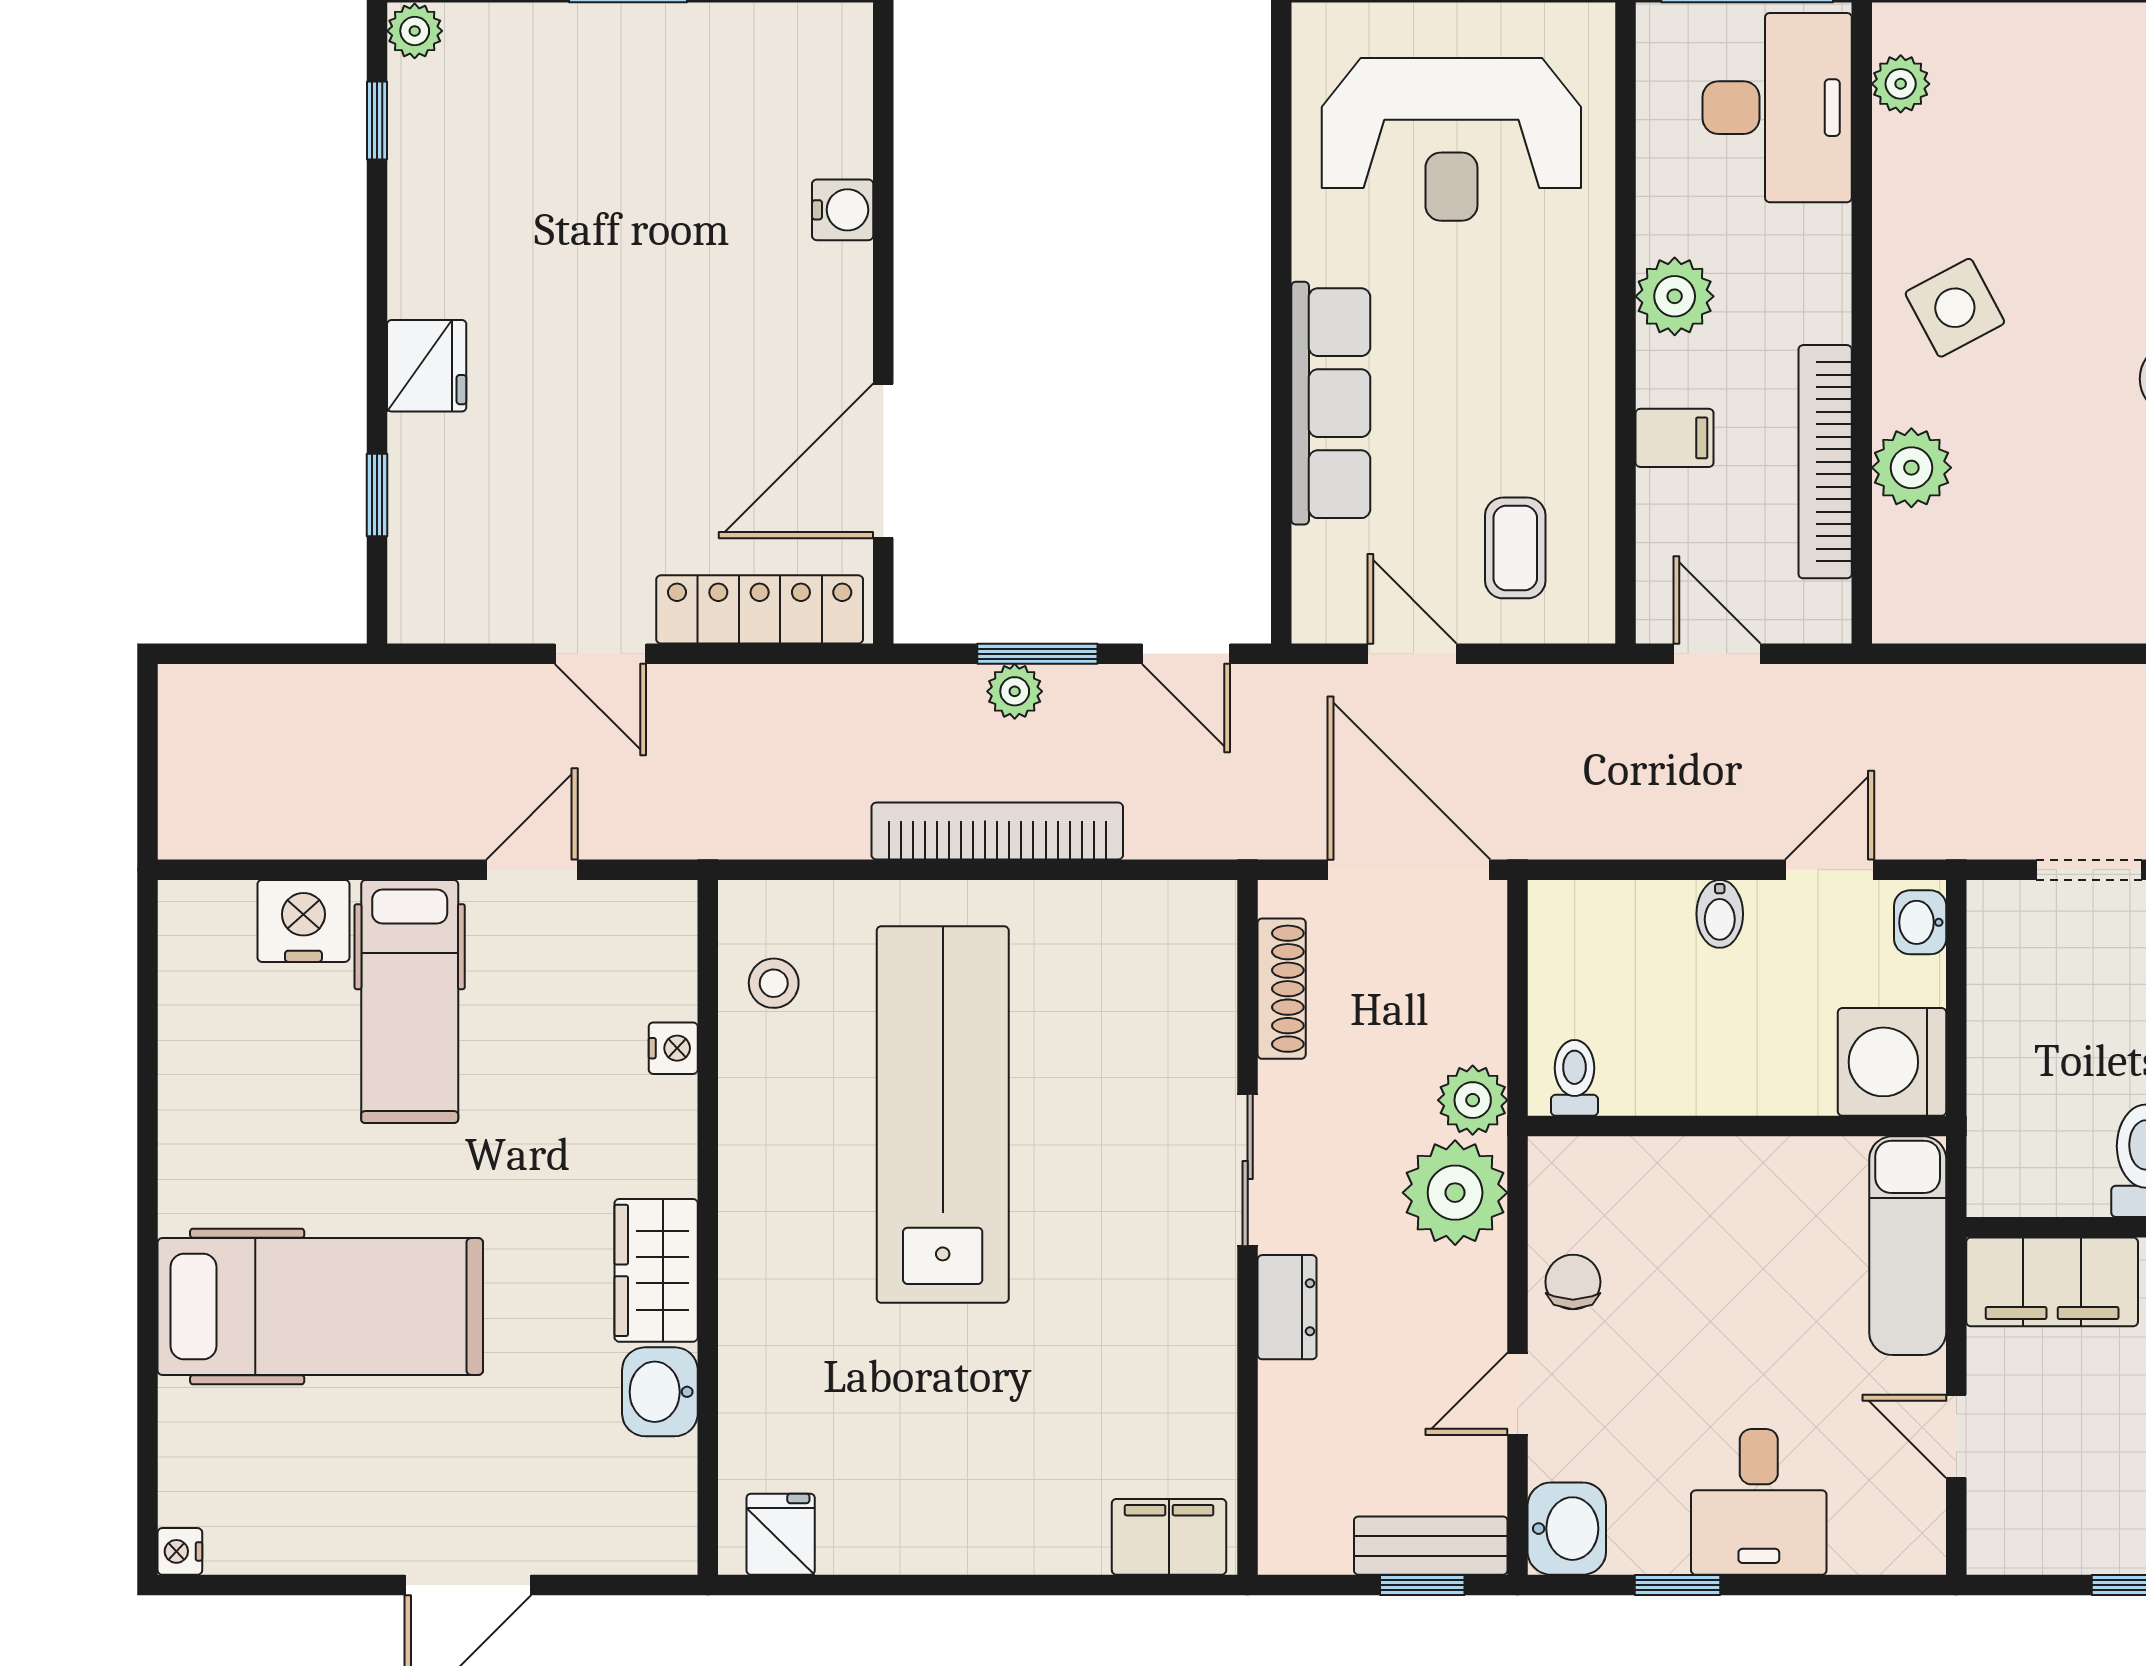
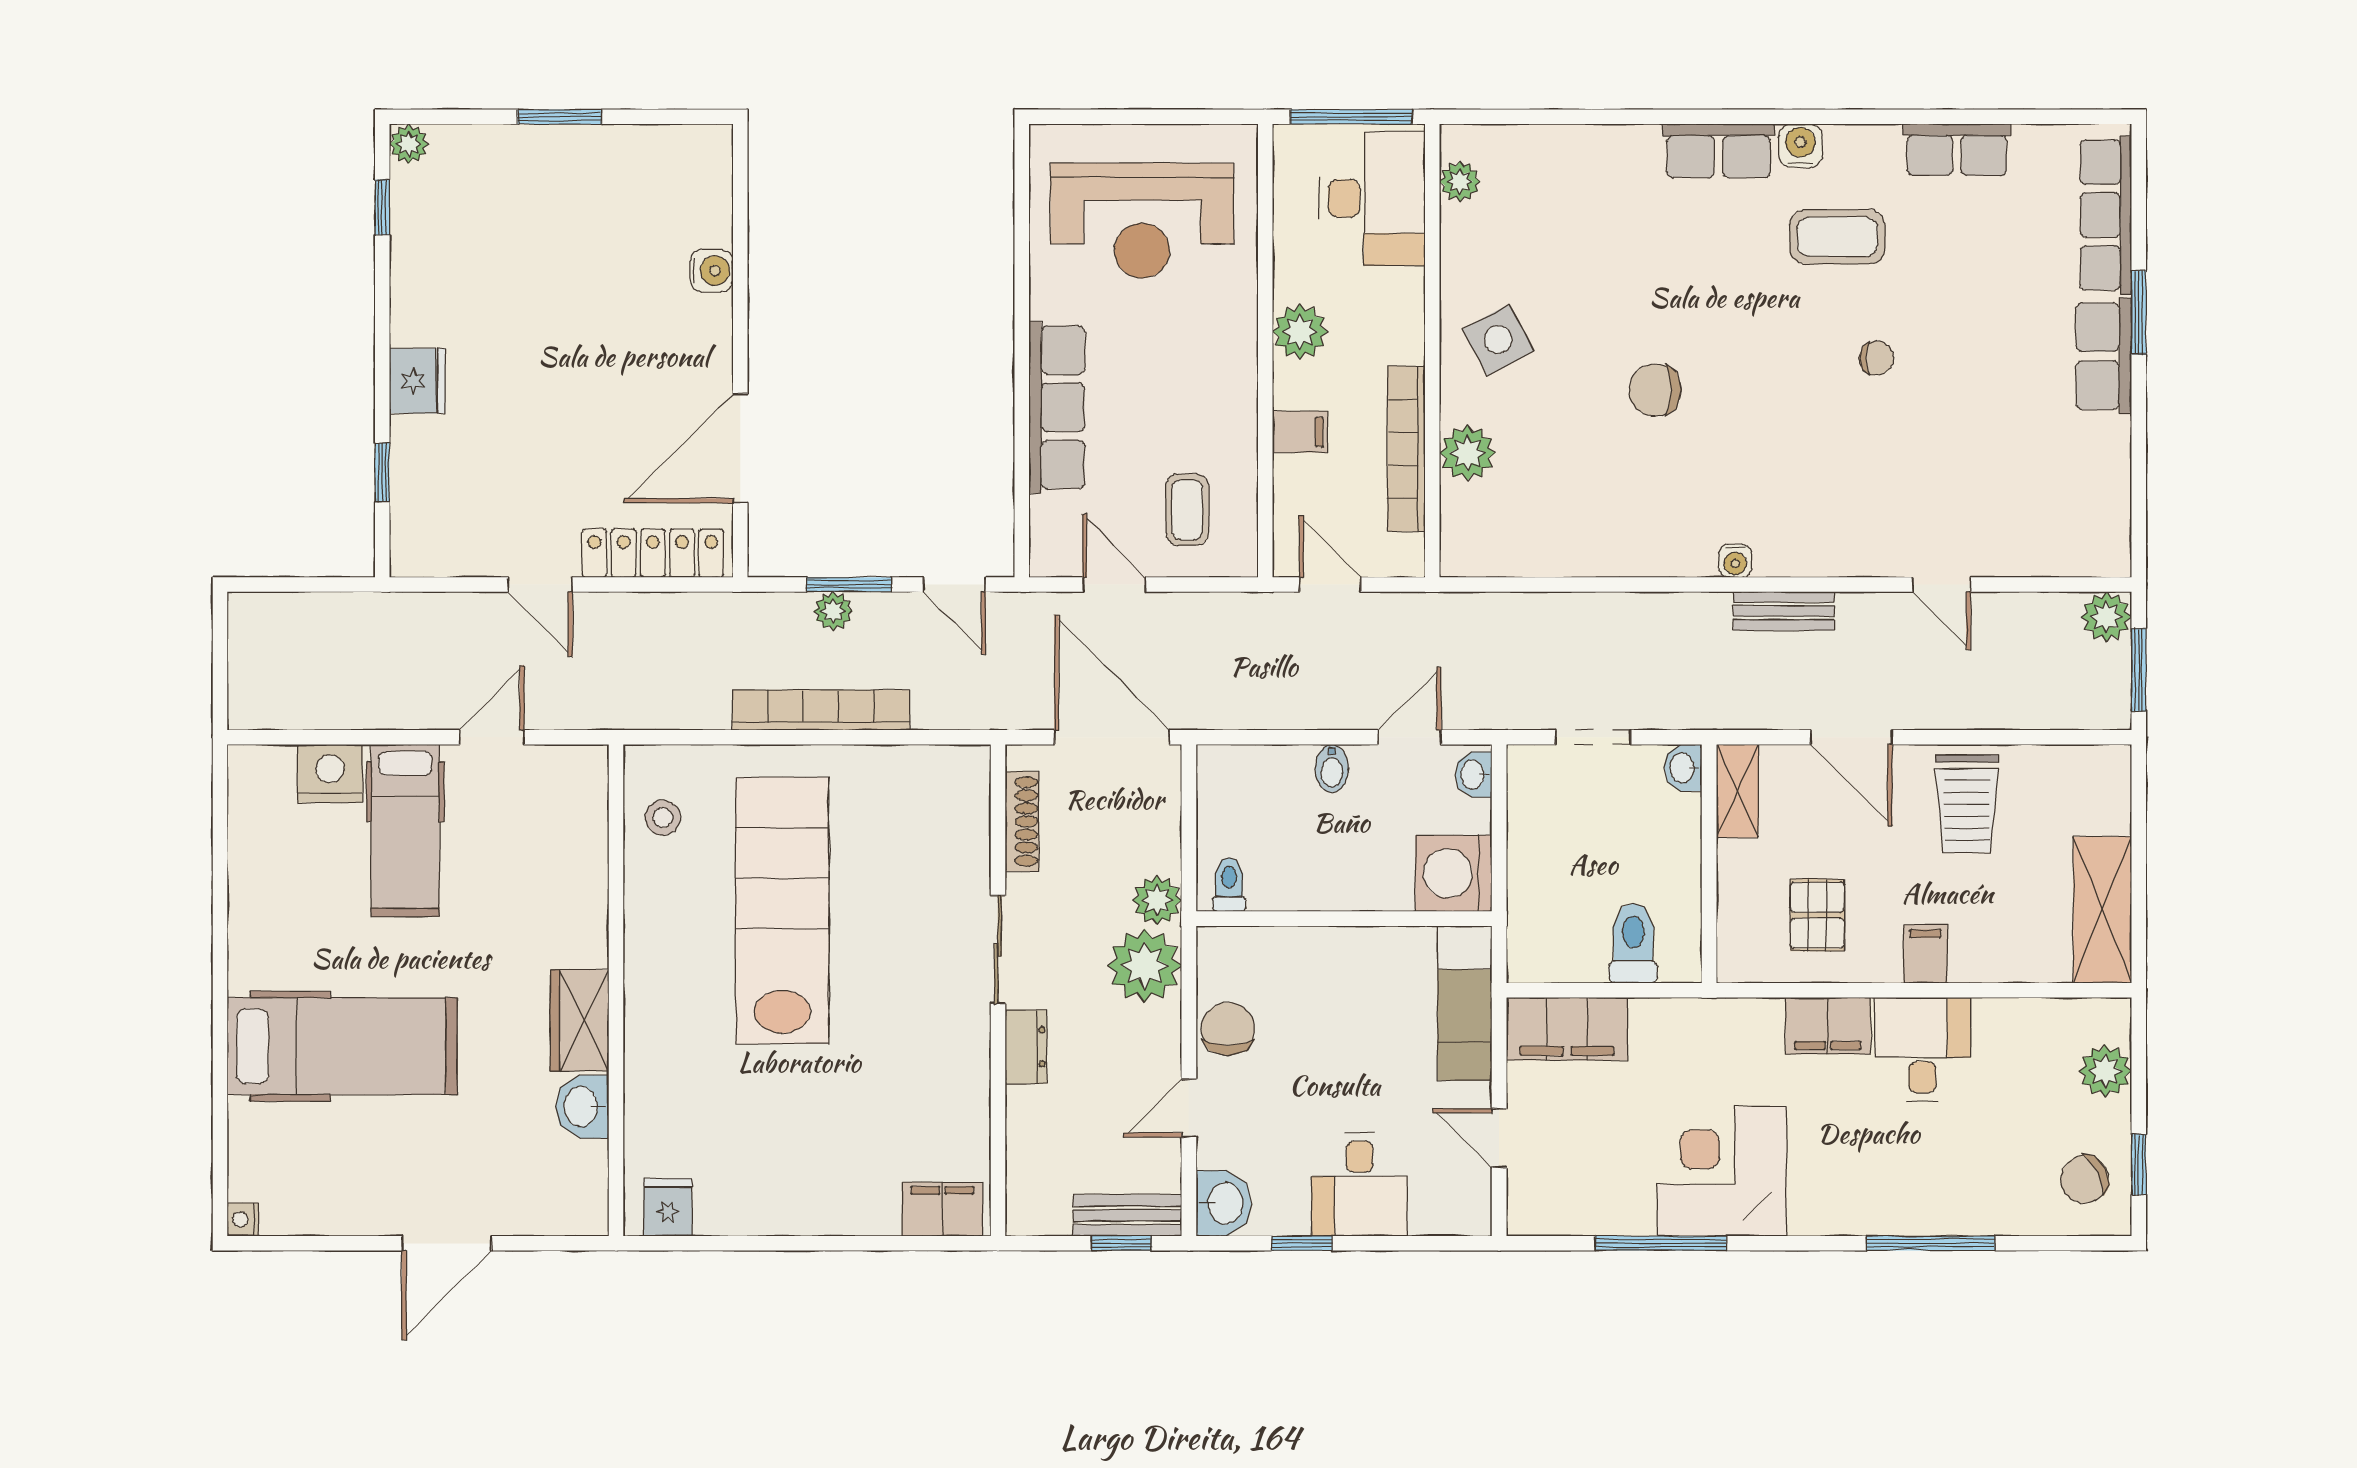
nightstand: (673, 1048) -> (592, 864), removed
chair: (1573, 1282) -> (1228, 1029), width x1.37, depth x1.37

